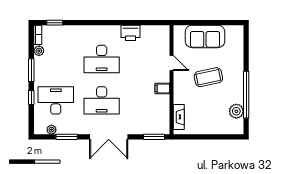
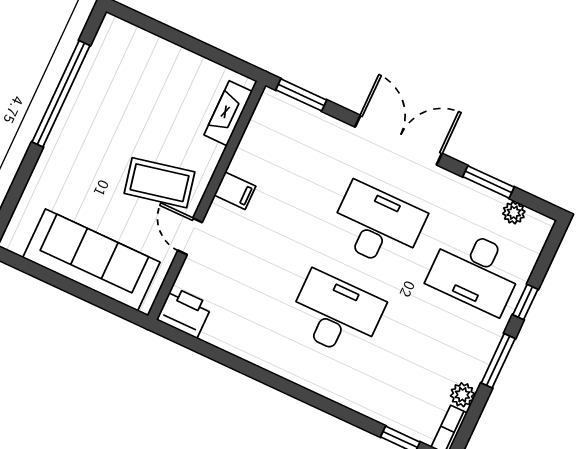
printer: (131, 33) -> (184, 312), moved
sofa: (205, 36) -> (91, 260), width x1.36
coffee table: (208, 77) -> (159, 183), moved
plant: (236, 111) -> (99, 68), removed

